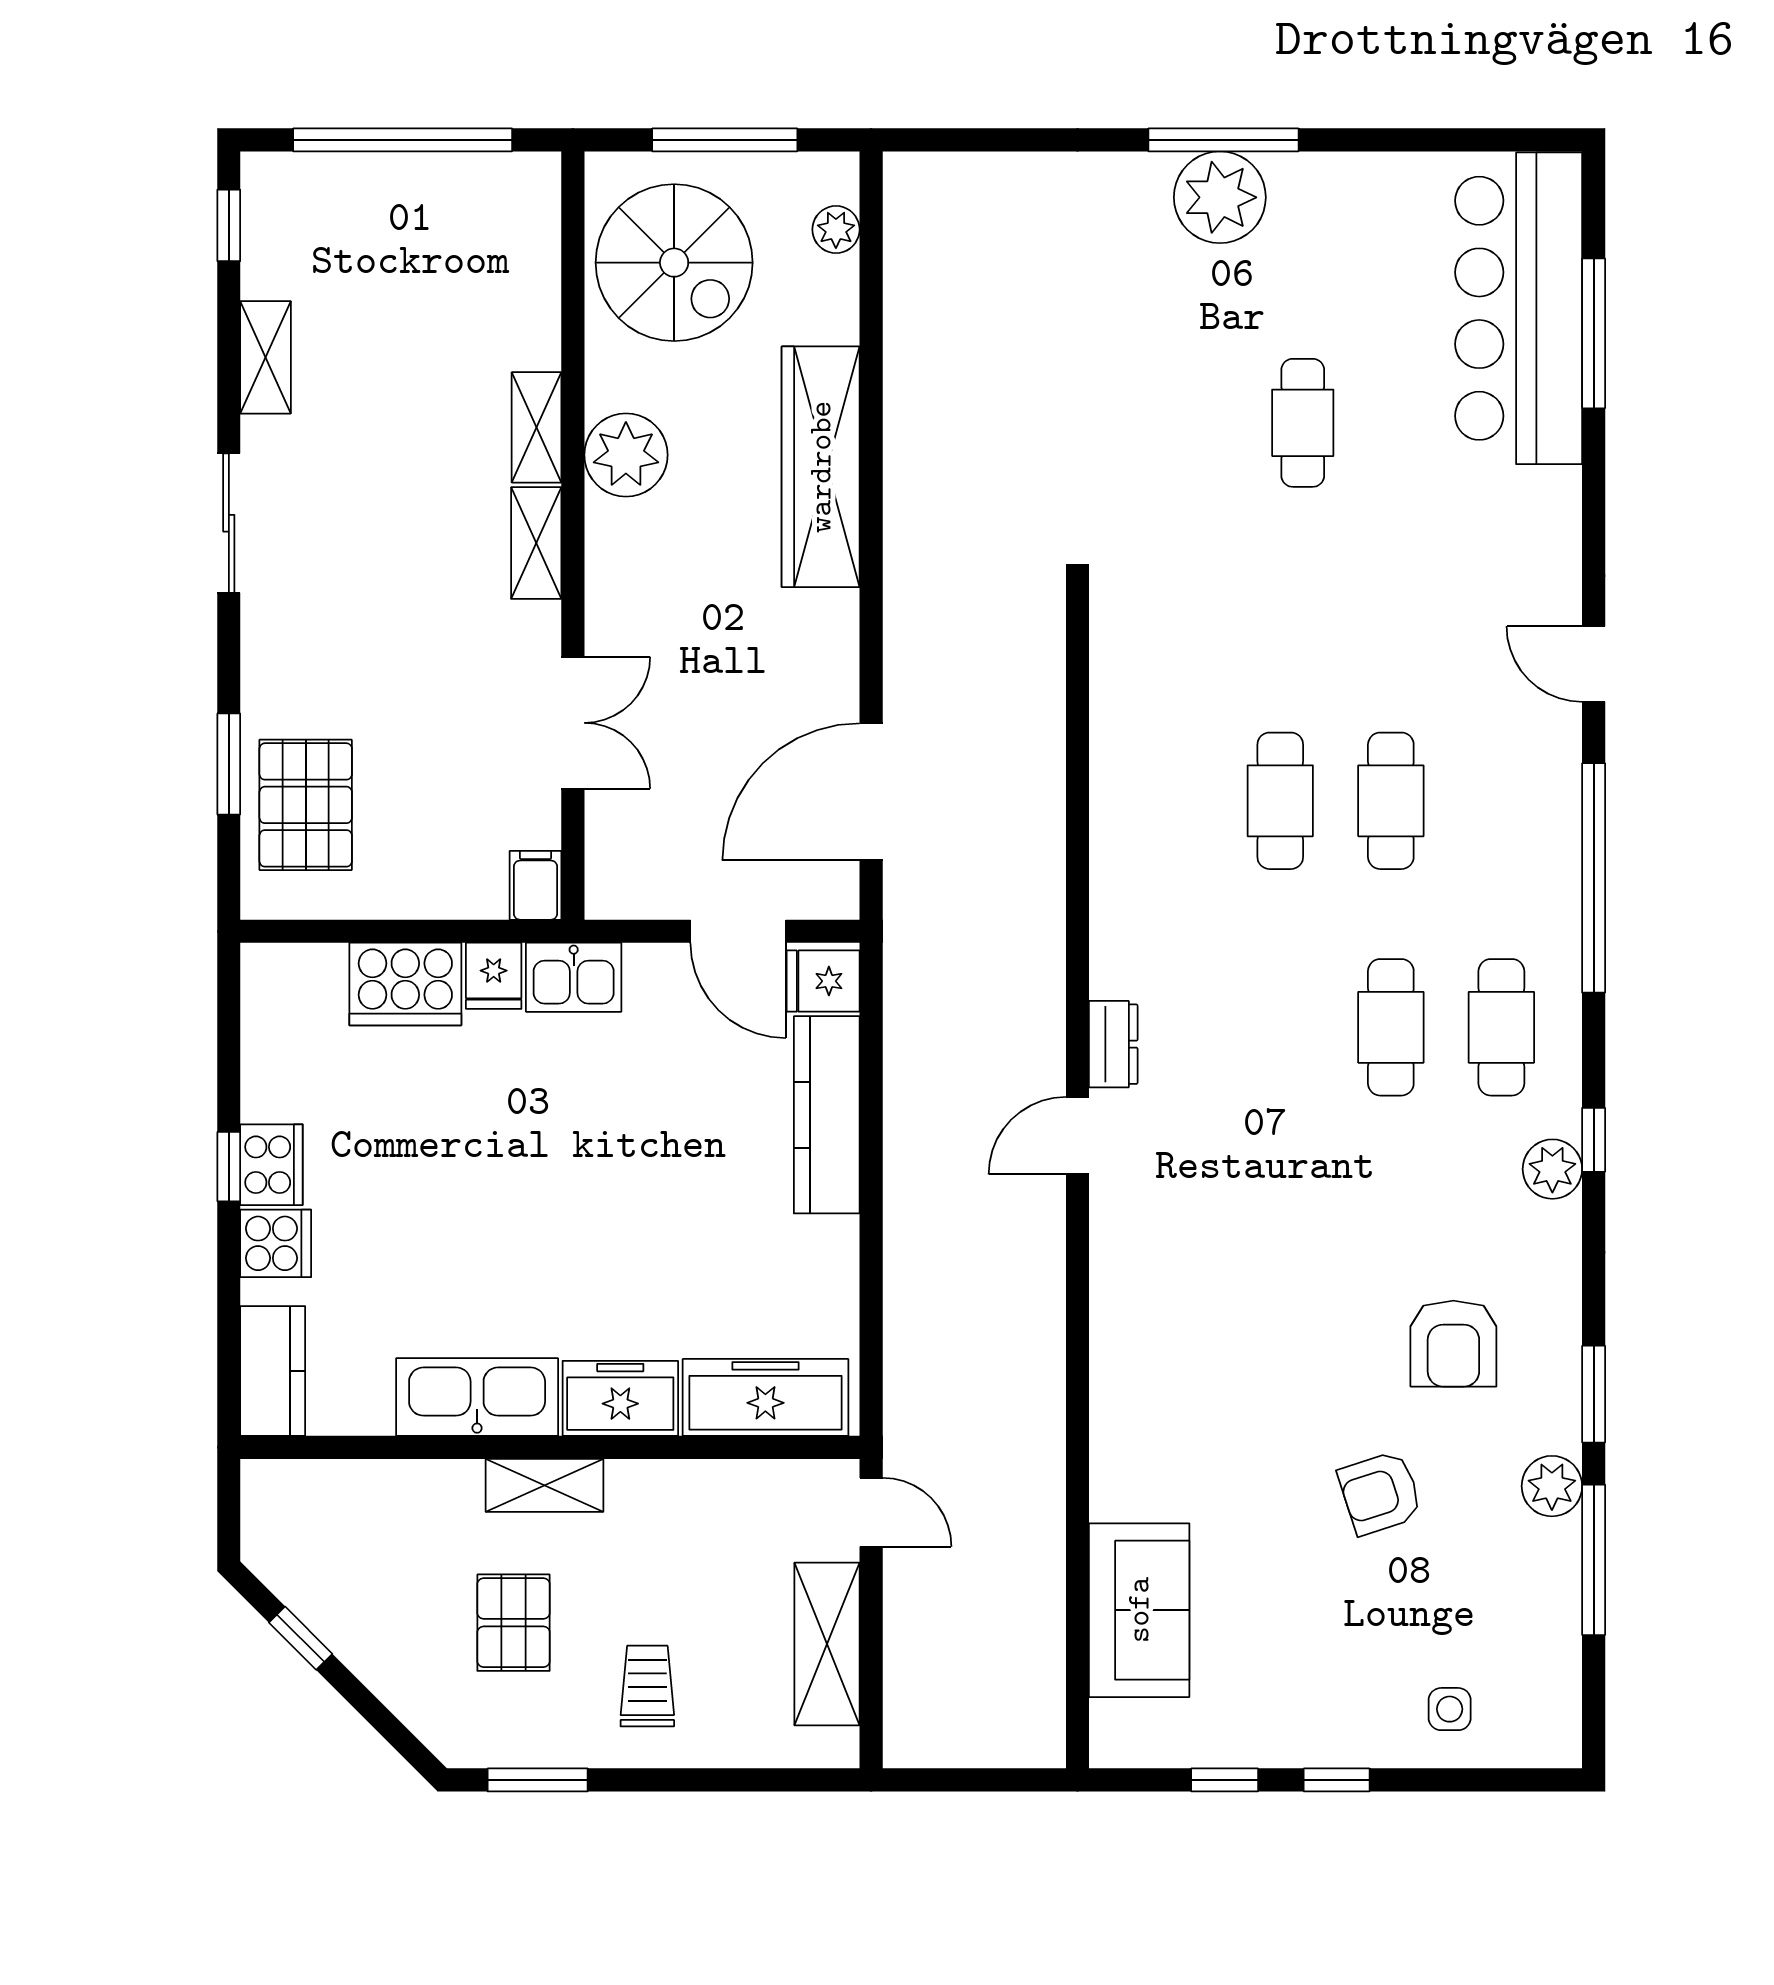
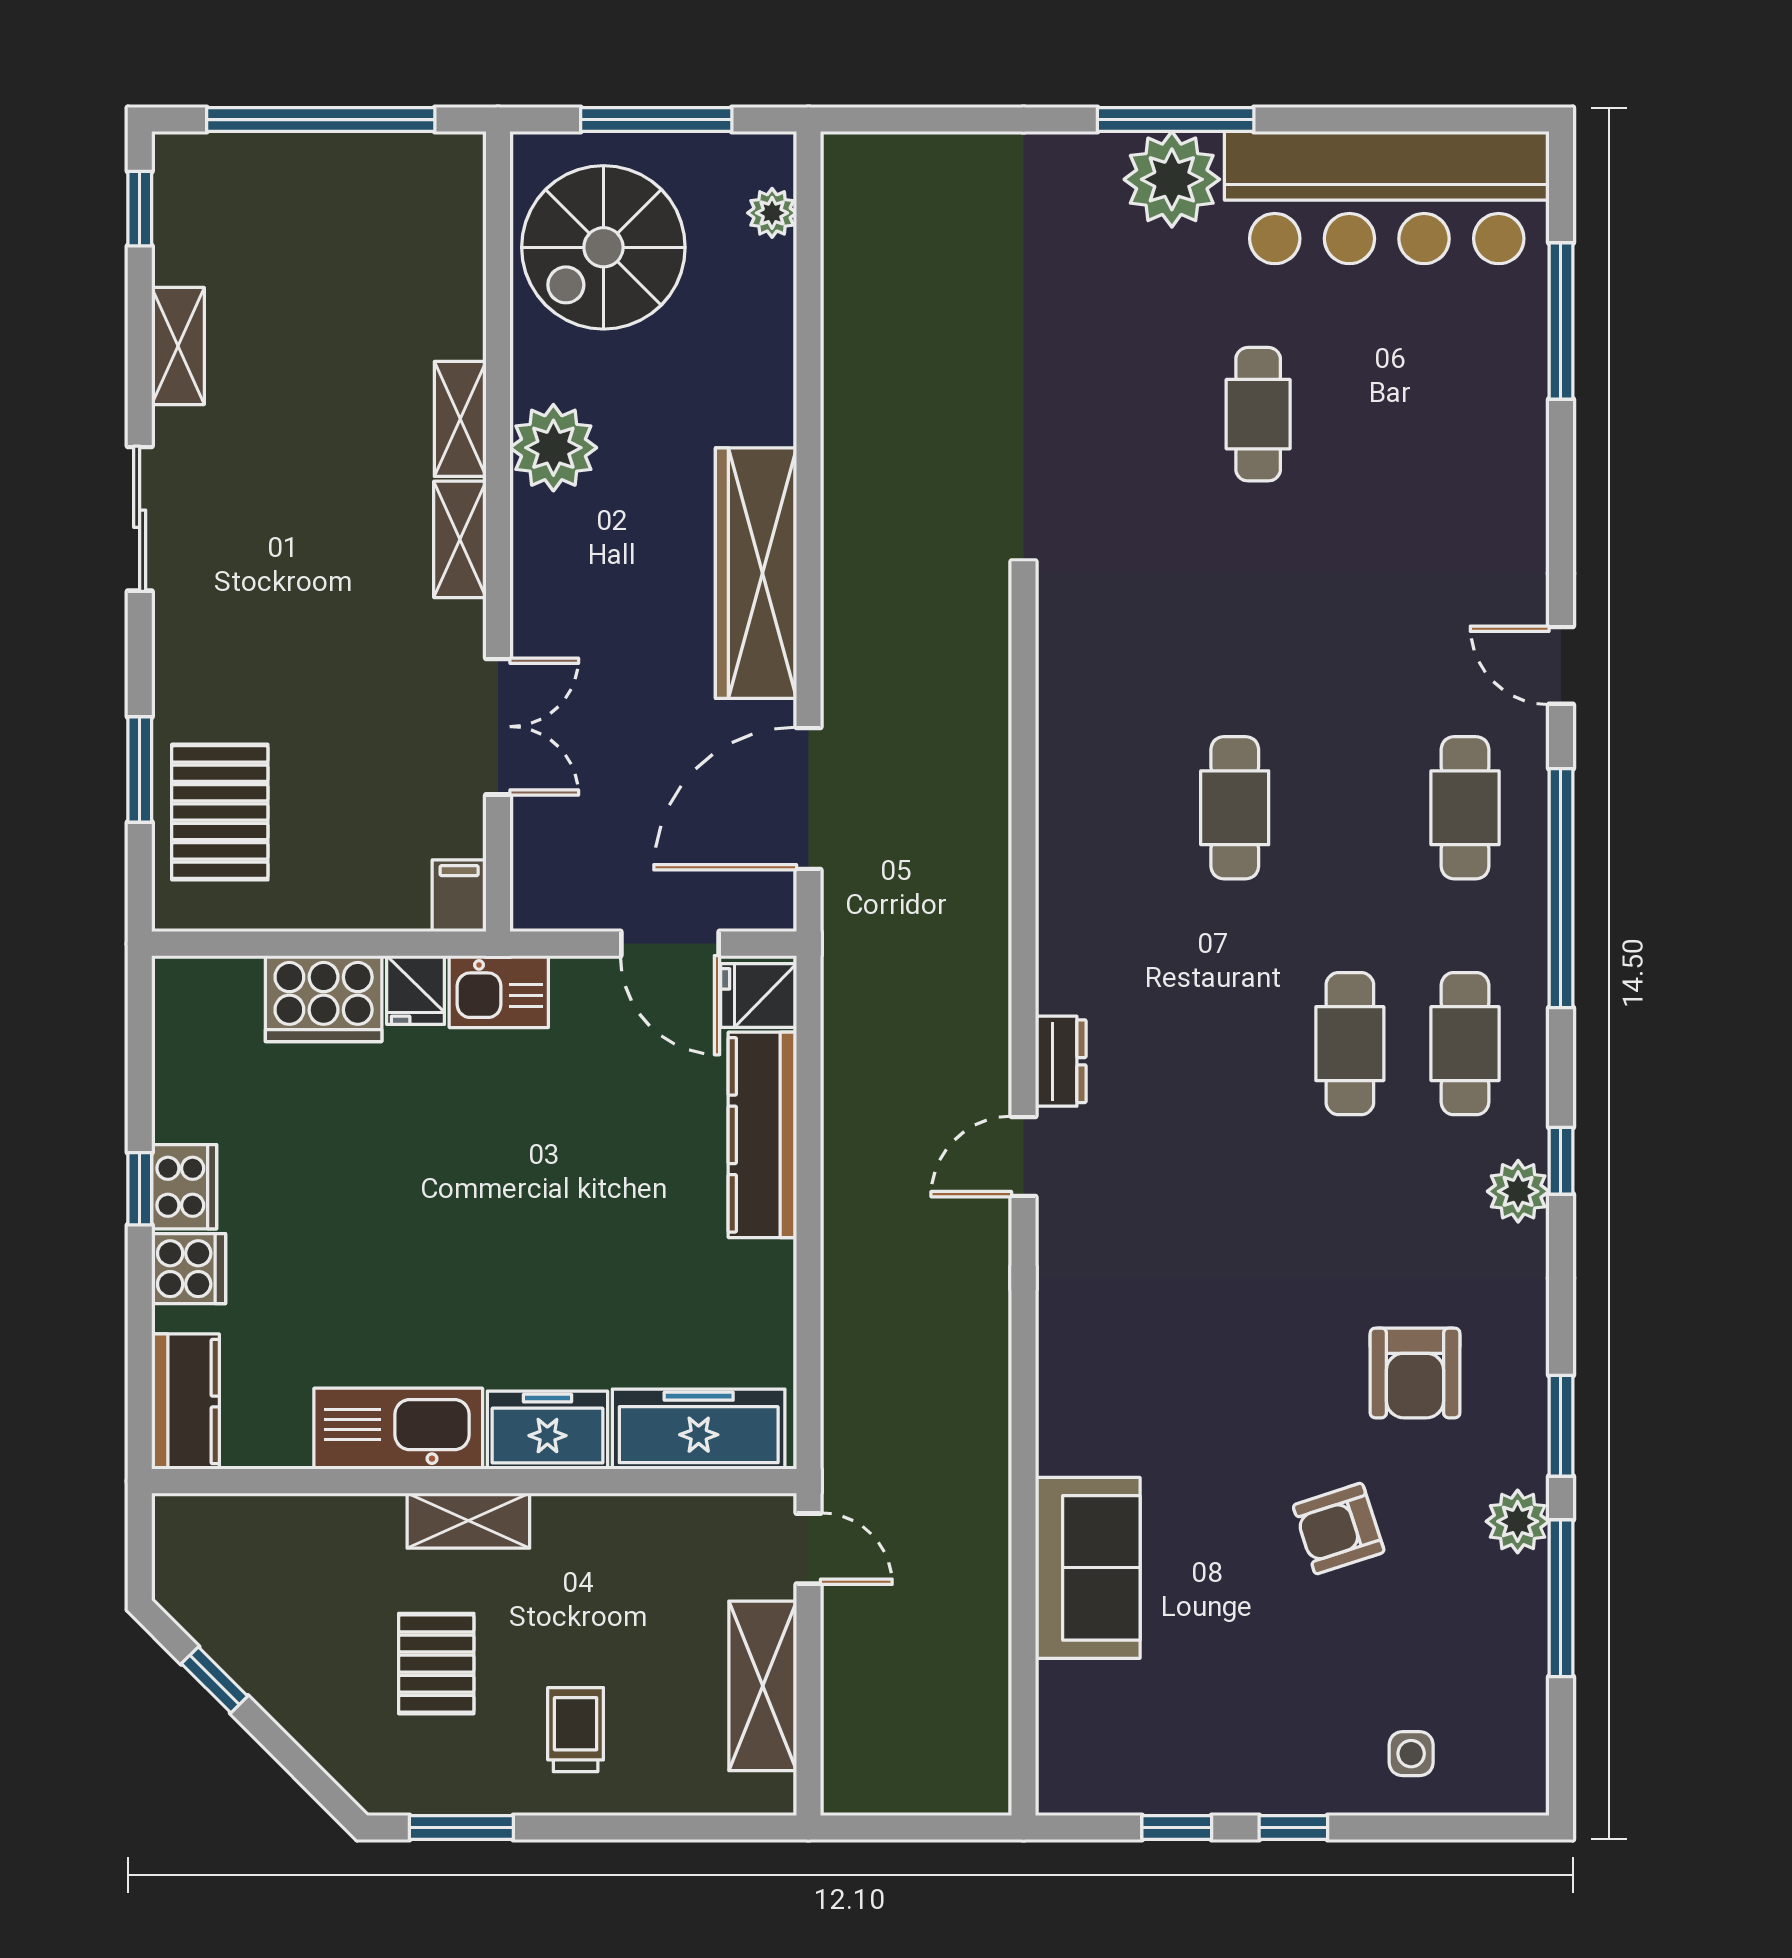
spiral stairs: (674, 263) -> (603, 247), turned 90
bar counter: (1519, 308) -> (1387, 198), moved, turned -90
wardrobe: (821, 467) -> (756, 573), moved
cafe table: (1391, 801) -> (1465, 808), moved
sofa: (1139, 1610) -> (1088, 1568), moved

